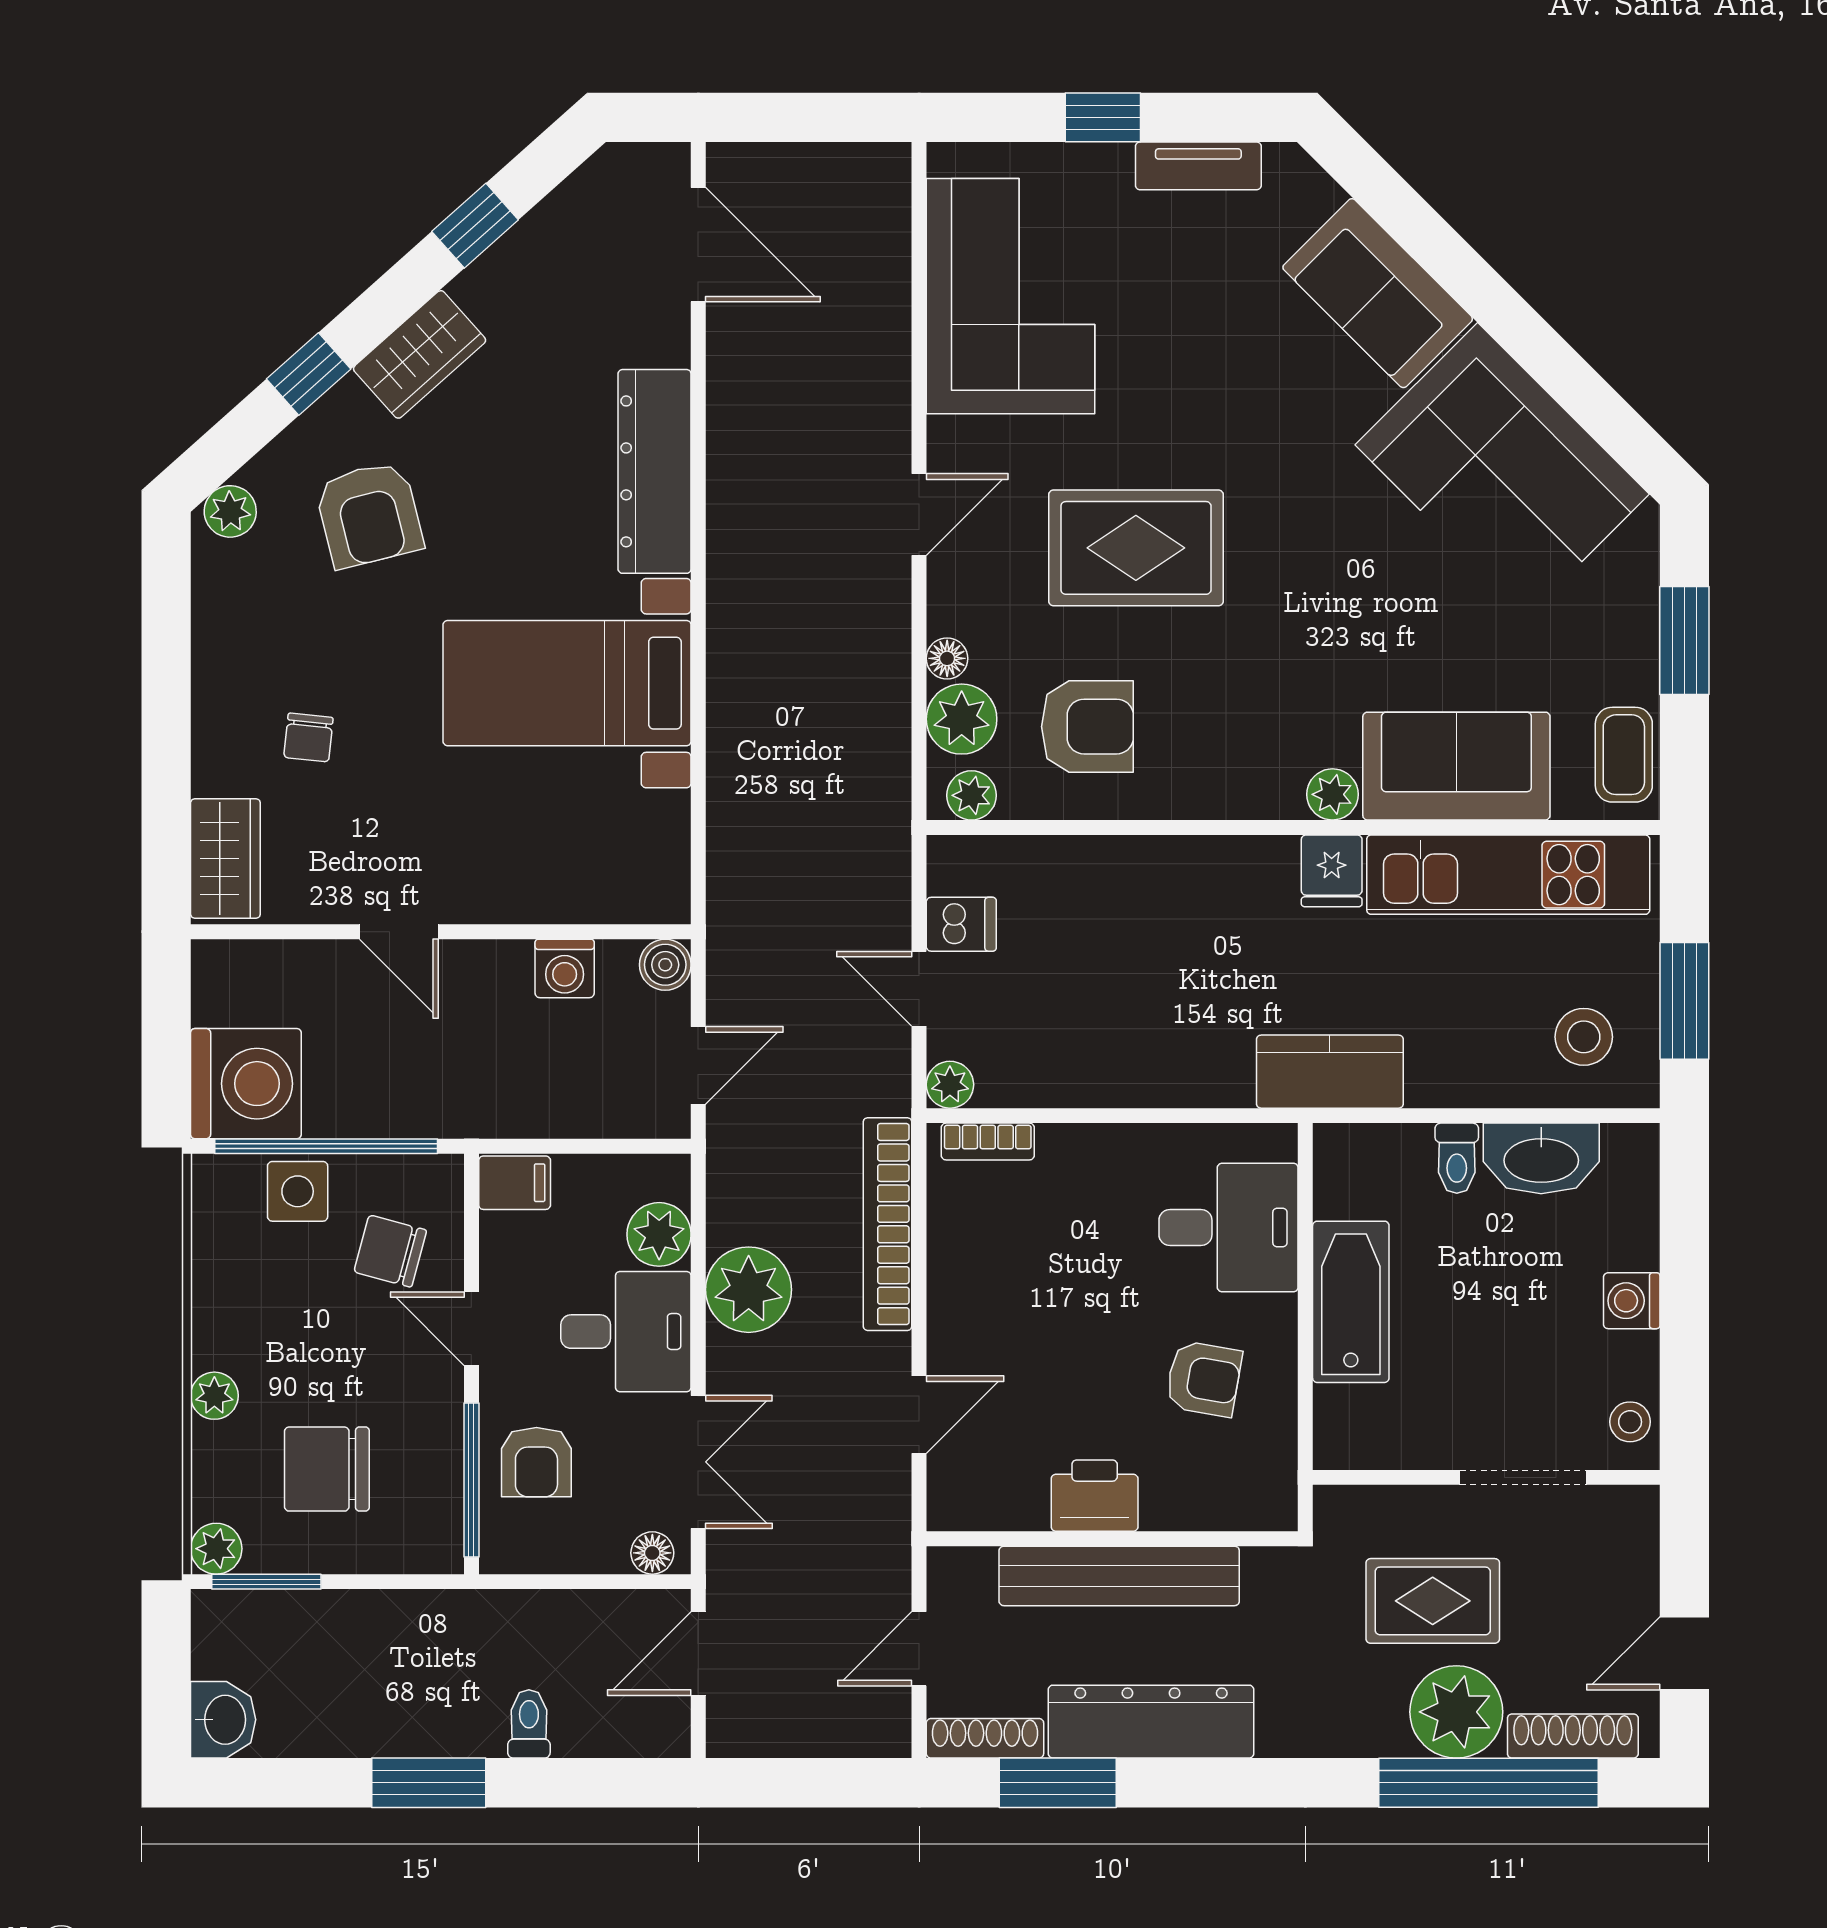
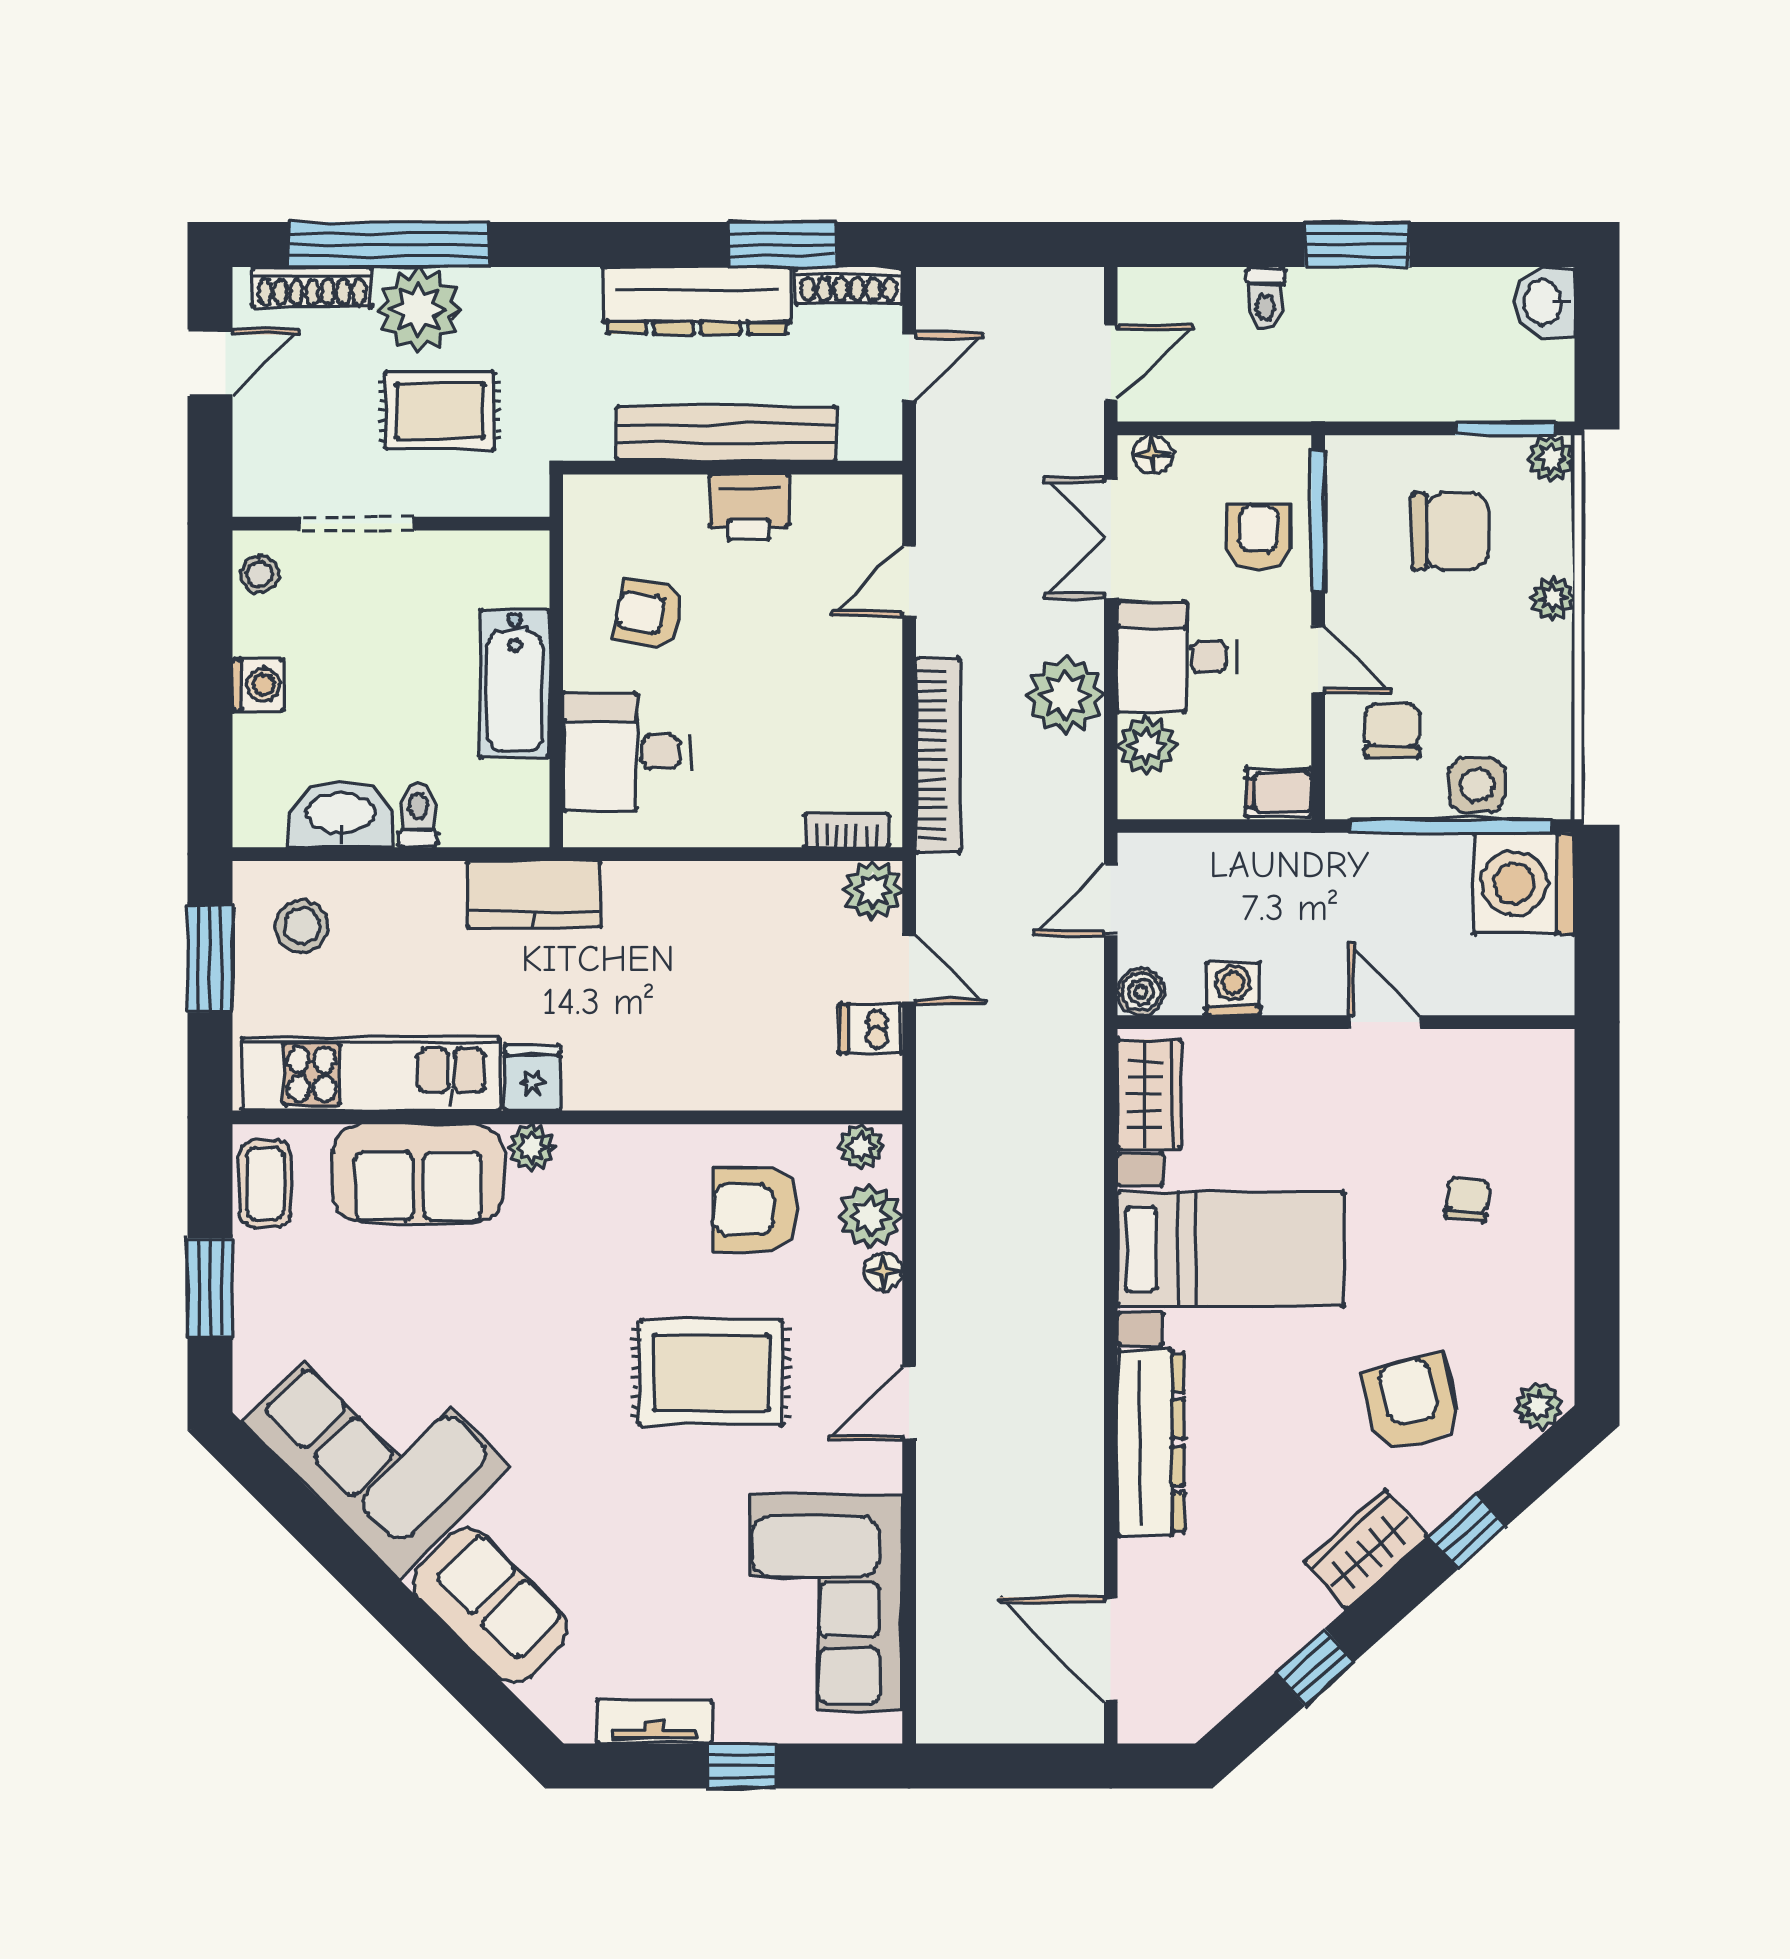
wardrobe: (225, 858) -> (1149, 1094), moved, turned 180
plant: (950, 1085) -> (873, 890), width x1.38, depth x1.38
chair: (390, 1251) -> (1392, 730), turned -105

